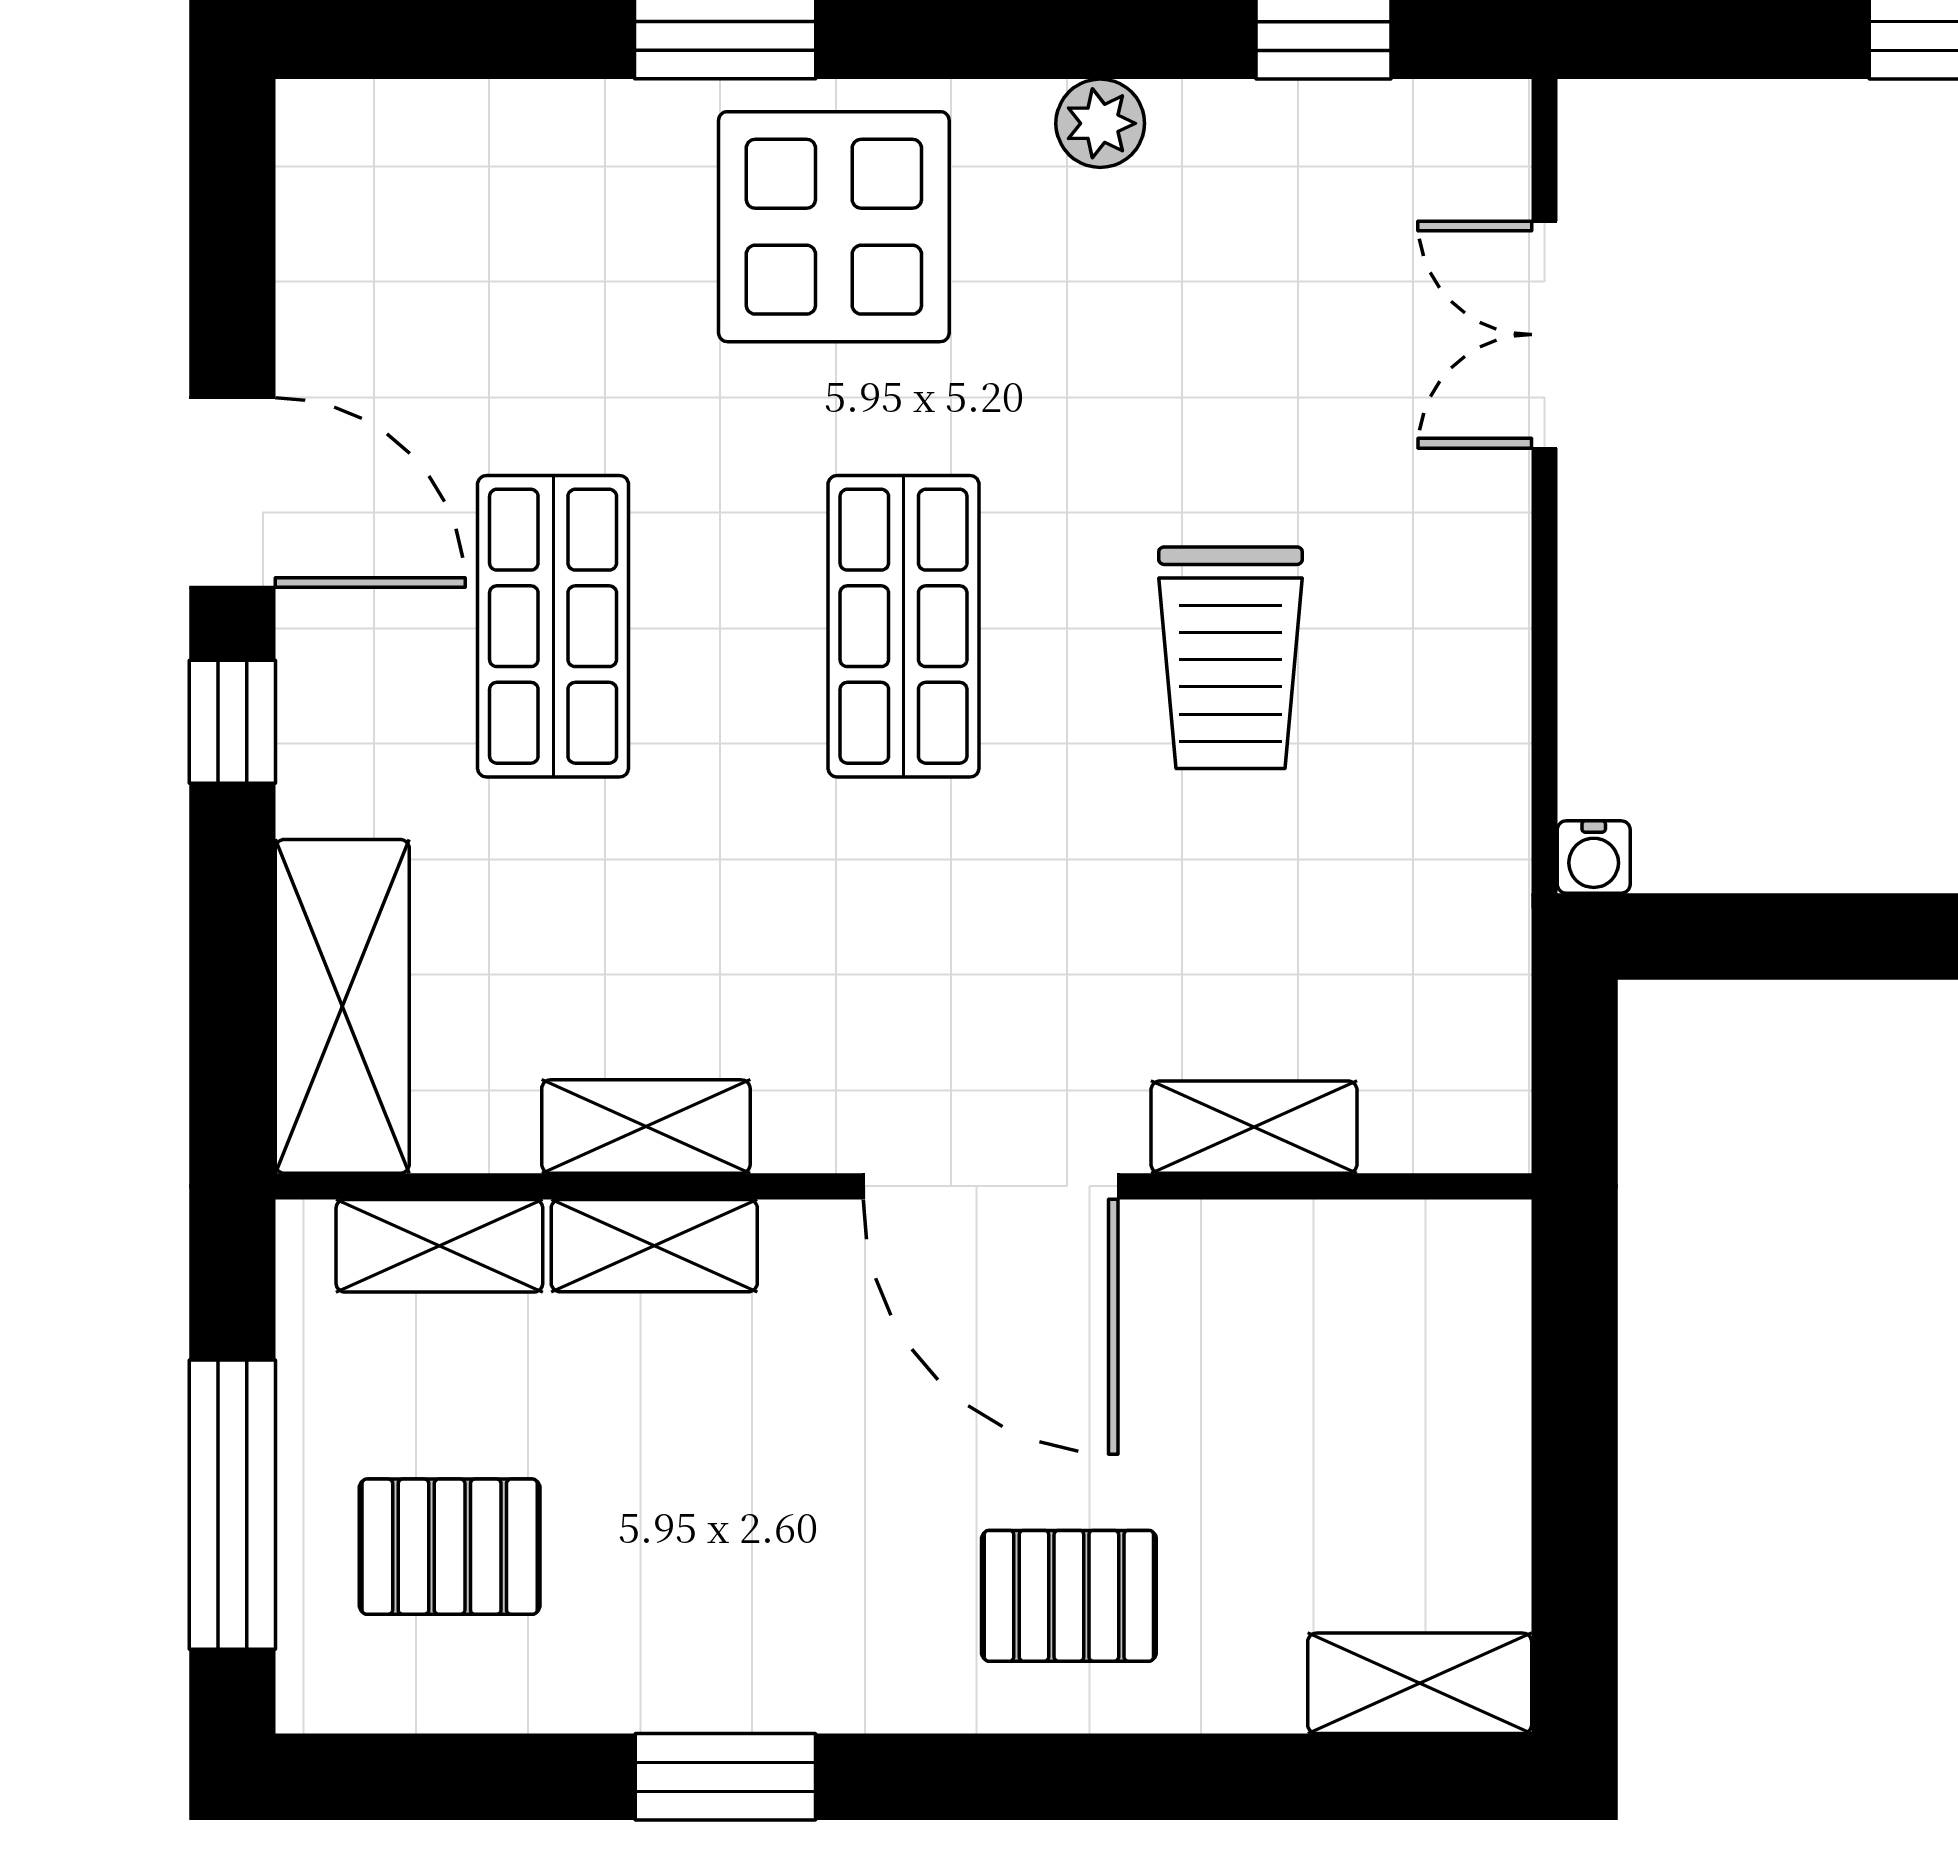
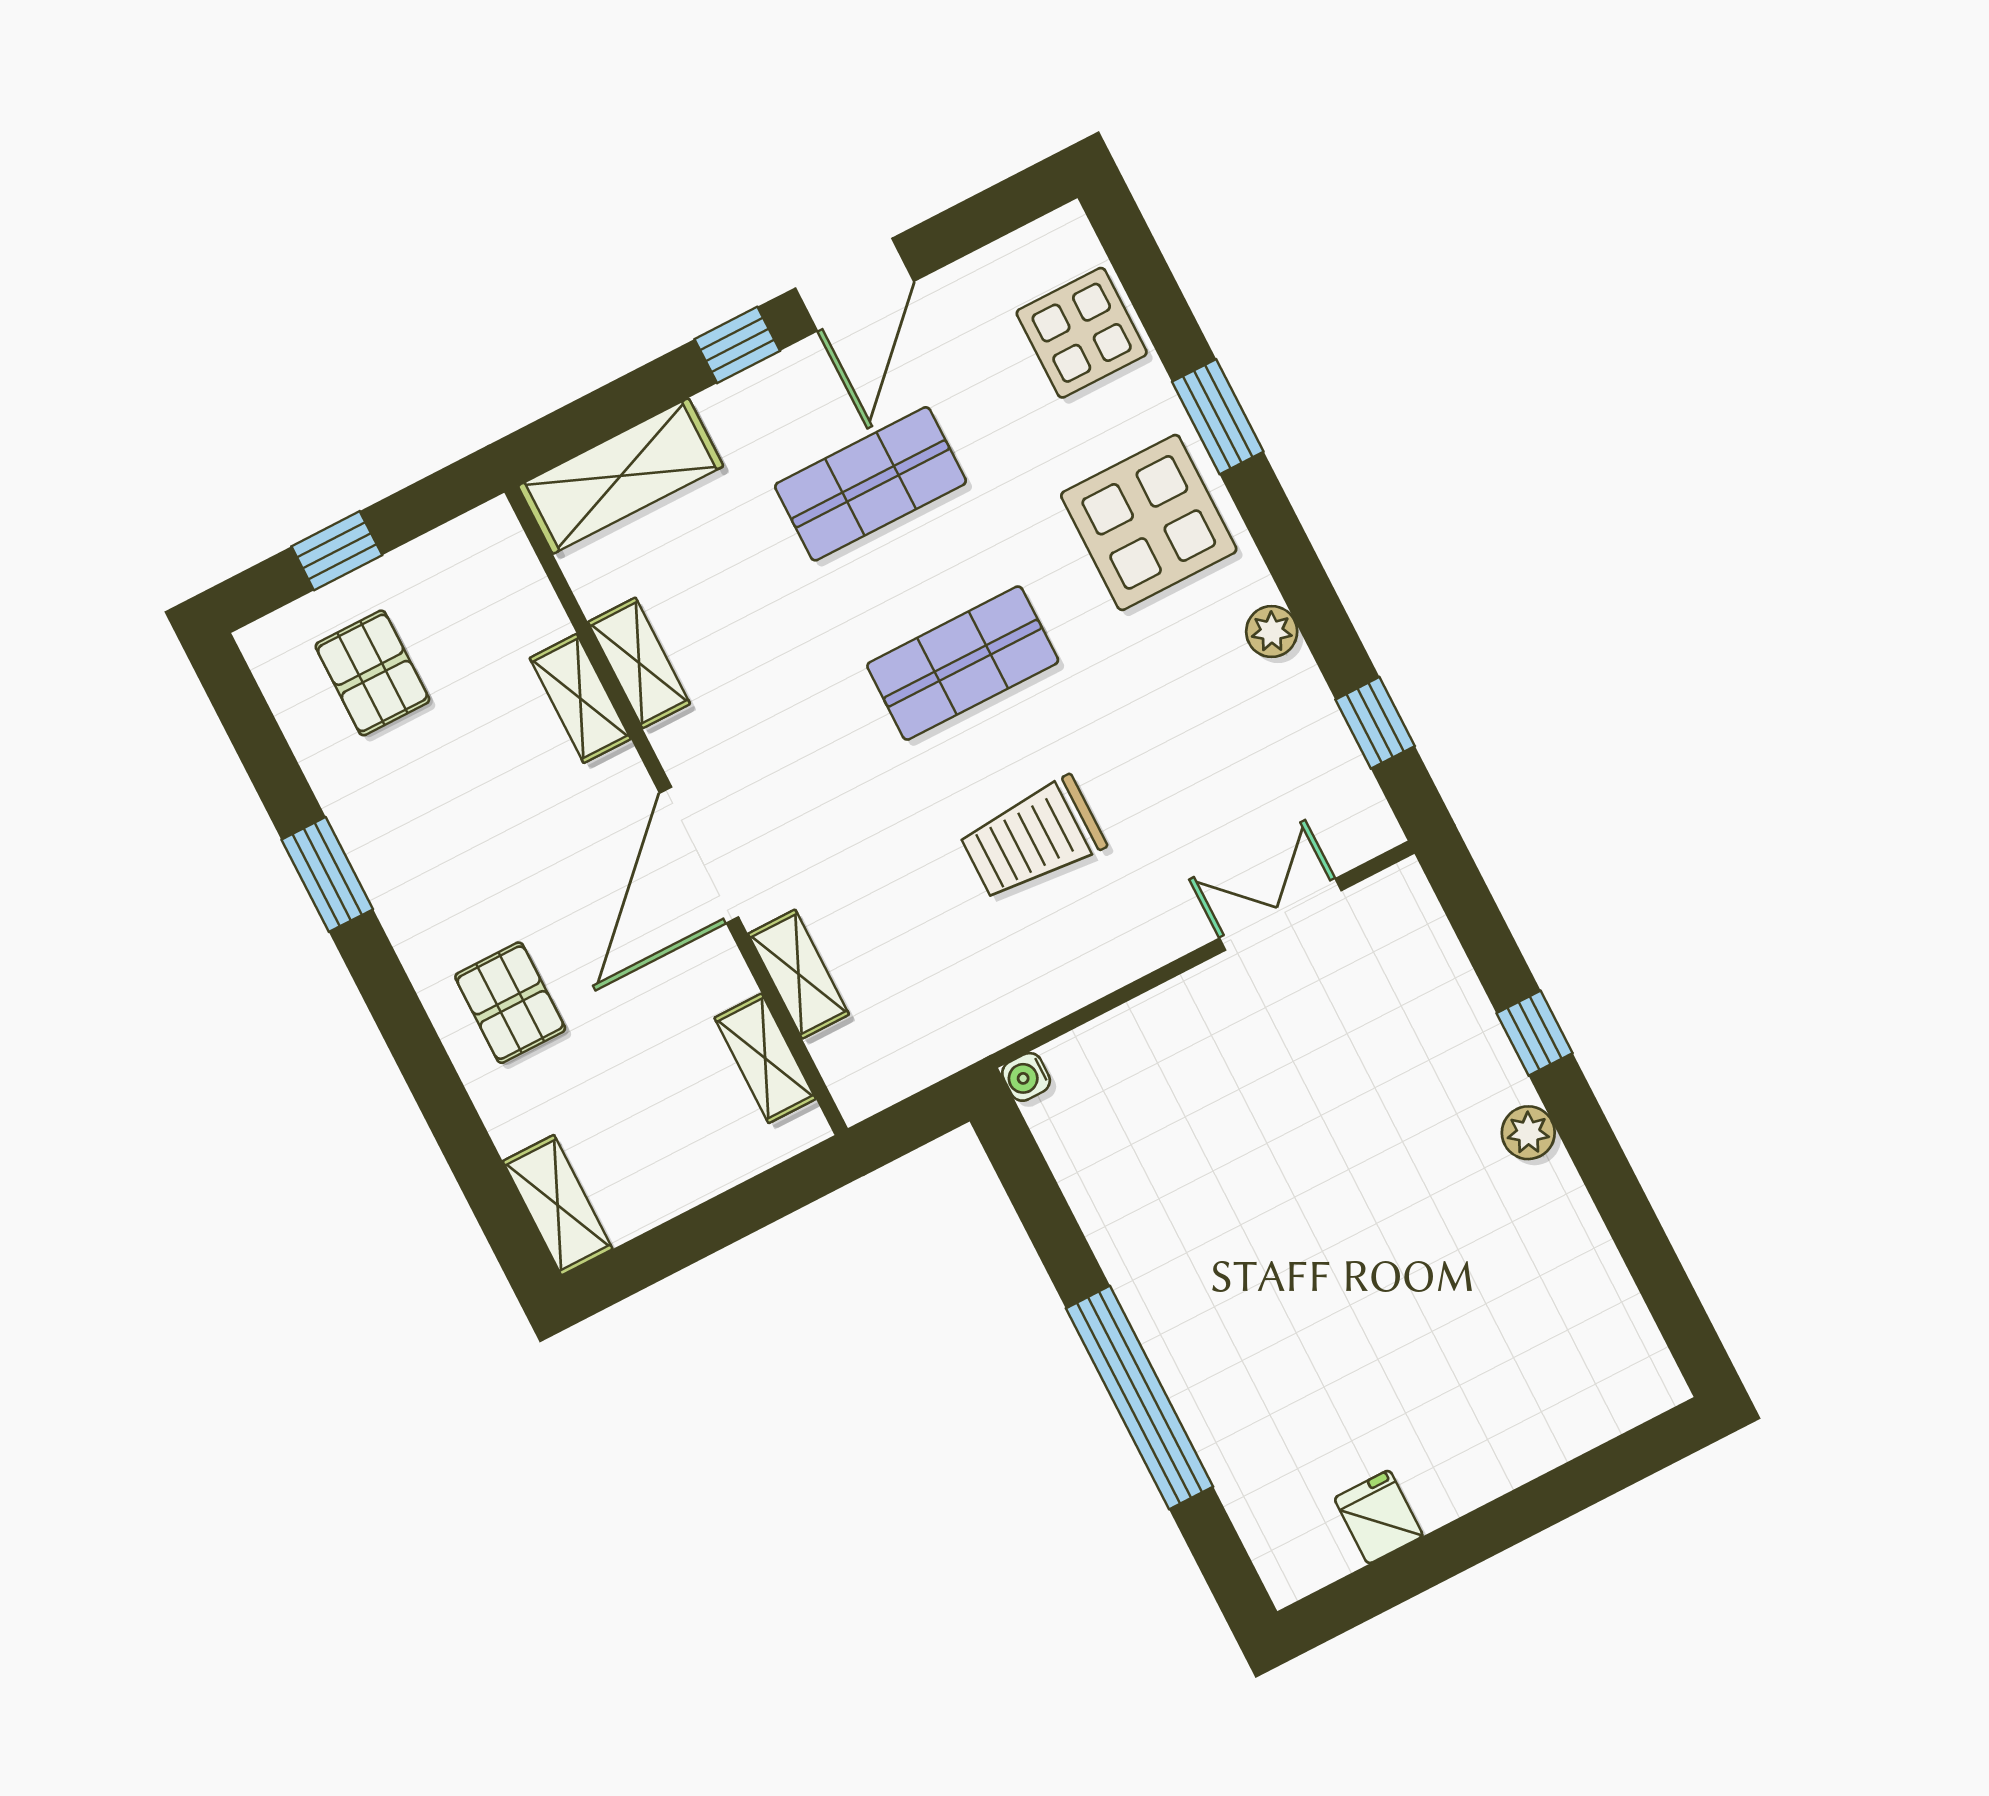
display table: (487, 180) -> (1082, 333), added
shelving: (439, 1246) -> (765, 1058), moved
window: (232, 1505) -> (337, 551), width x0.46

